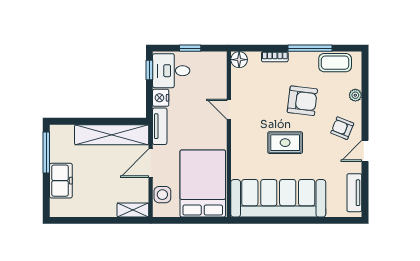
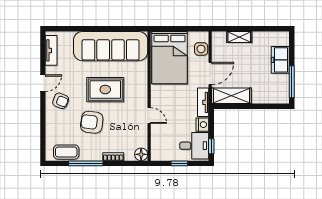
plant: (355, 95) -> (50, 127), removed
shelving: (112, 135) -> (231, 96), width x0.68
rug: (285, 143) -> (105, 90), width x1.36, depth x1.43
shelving: (133, 210) -> (239, 37), moved

